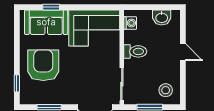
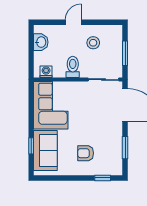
armchair: (43, 65) -> (86, 153), width x0.53, depth x0.53
stool: (166, 90) -> (93, 43), moved

